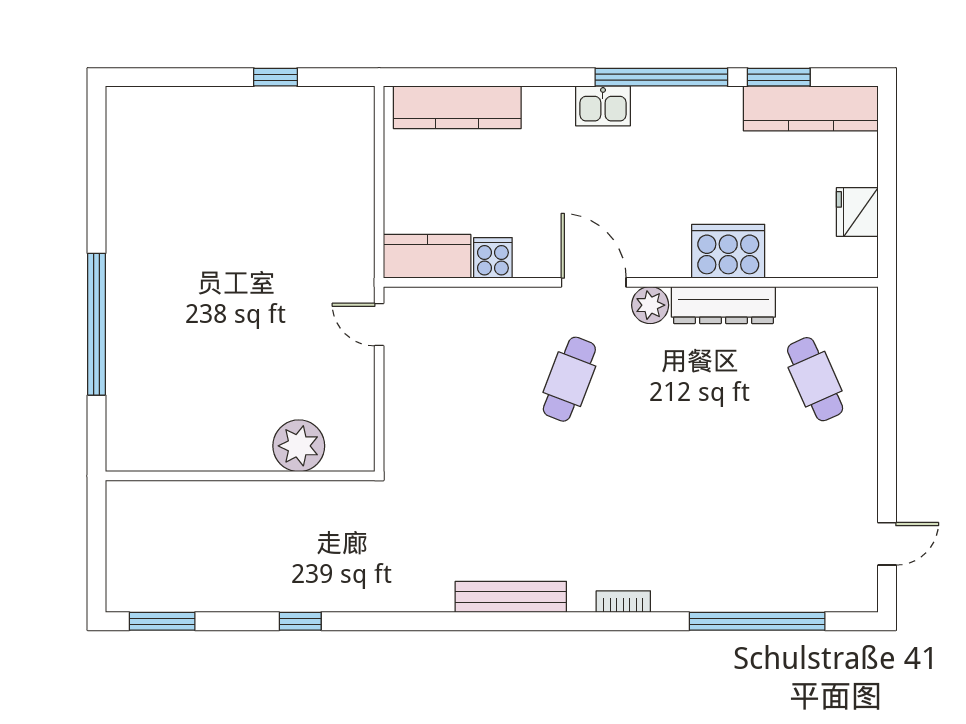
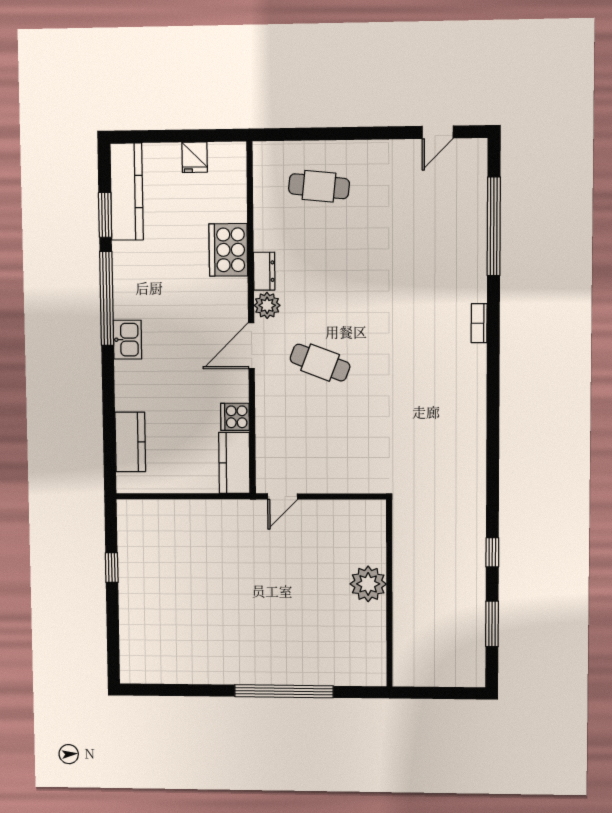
kitchen counter: (457, 107) -> (130, 442), width x0.67
fridge: (857, 212) -> (195, 157), width x0.72
dresser: (723, 305) -> (264, 271), width x0.51, depth x0.80
cafe table: (815, 379) -> (319, 186), turned 30
plant: (299, 446) -> (368, 584), moved
door: (887, 544) -> (438, 132), swing flipped
bench: (511, 597) -> (475, 404), removed
window: (162, 621) -> (492, 624), moved

